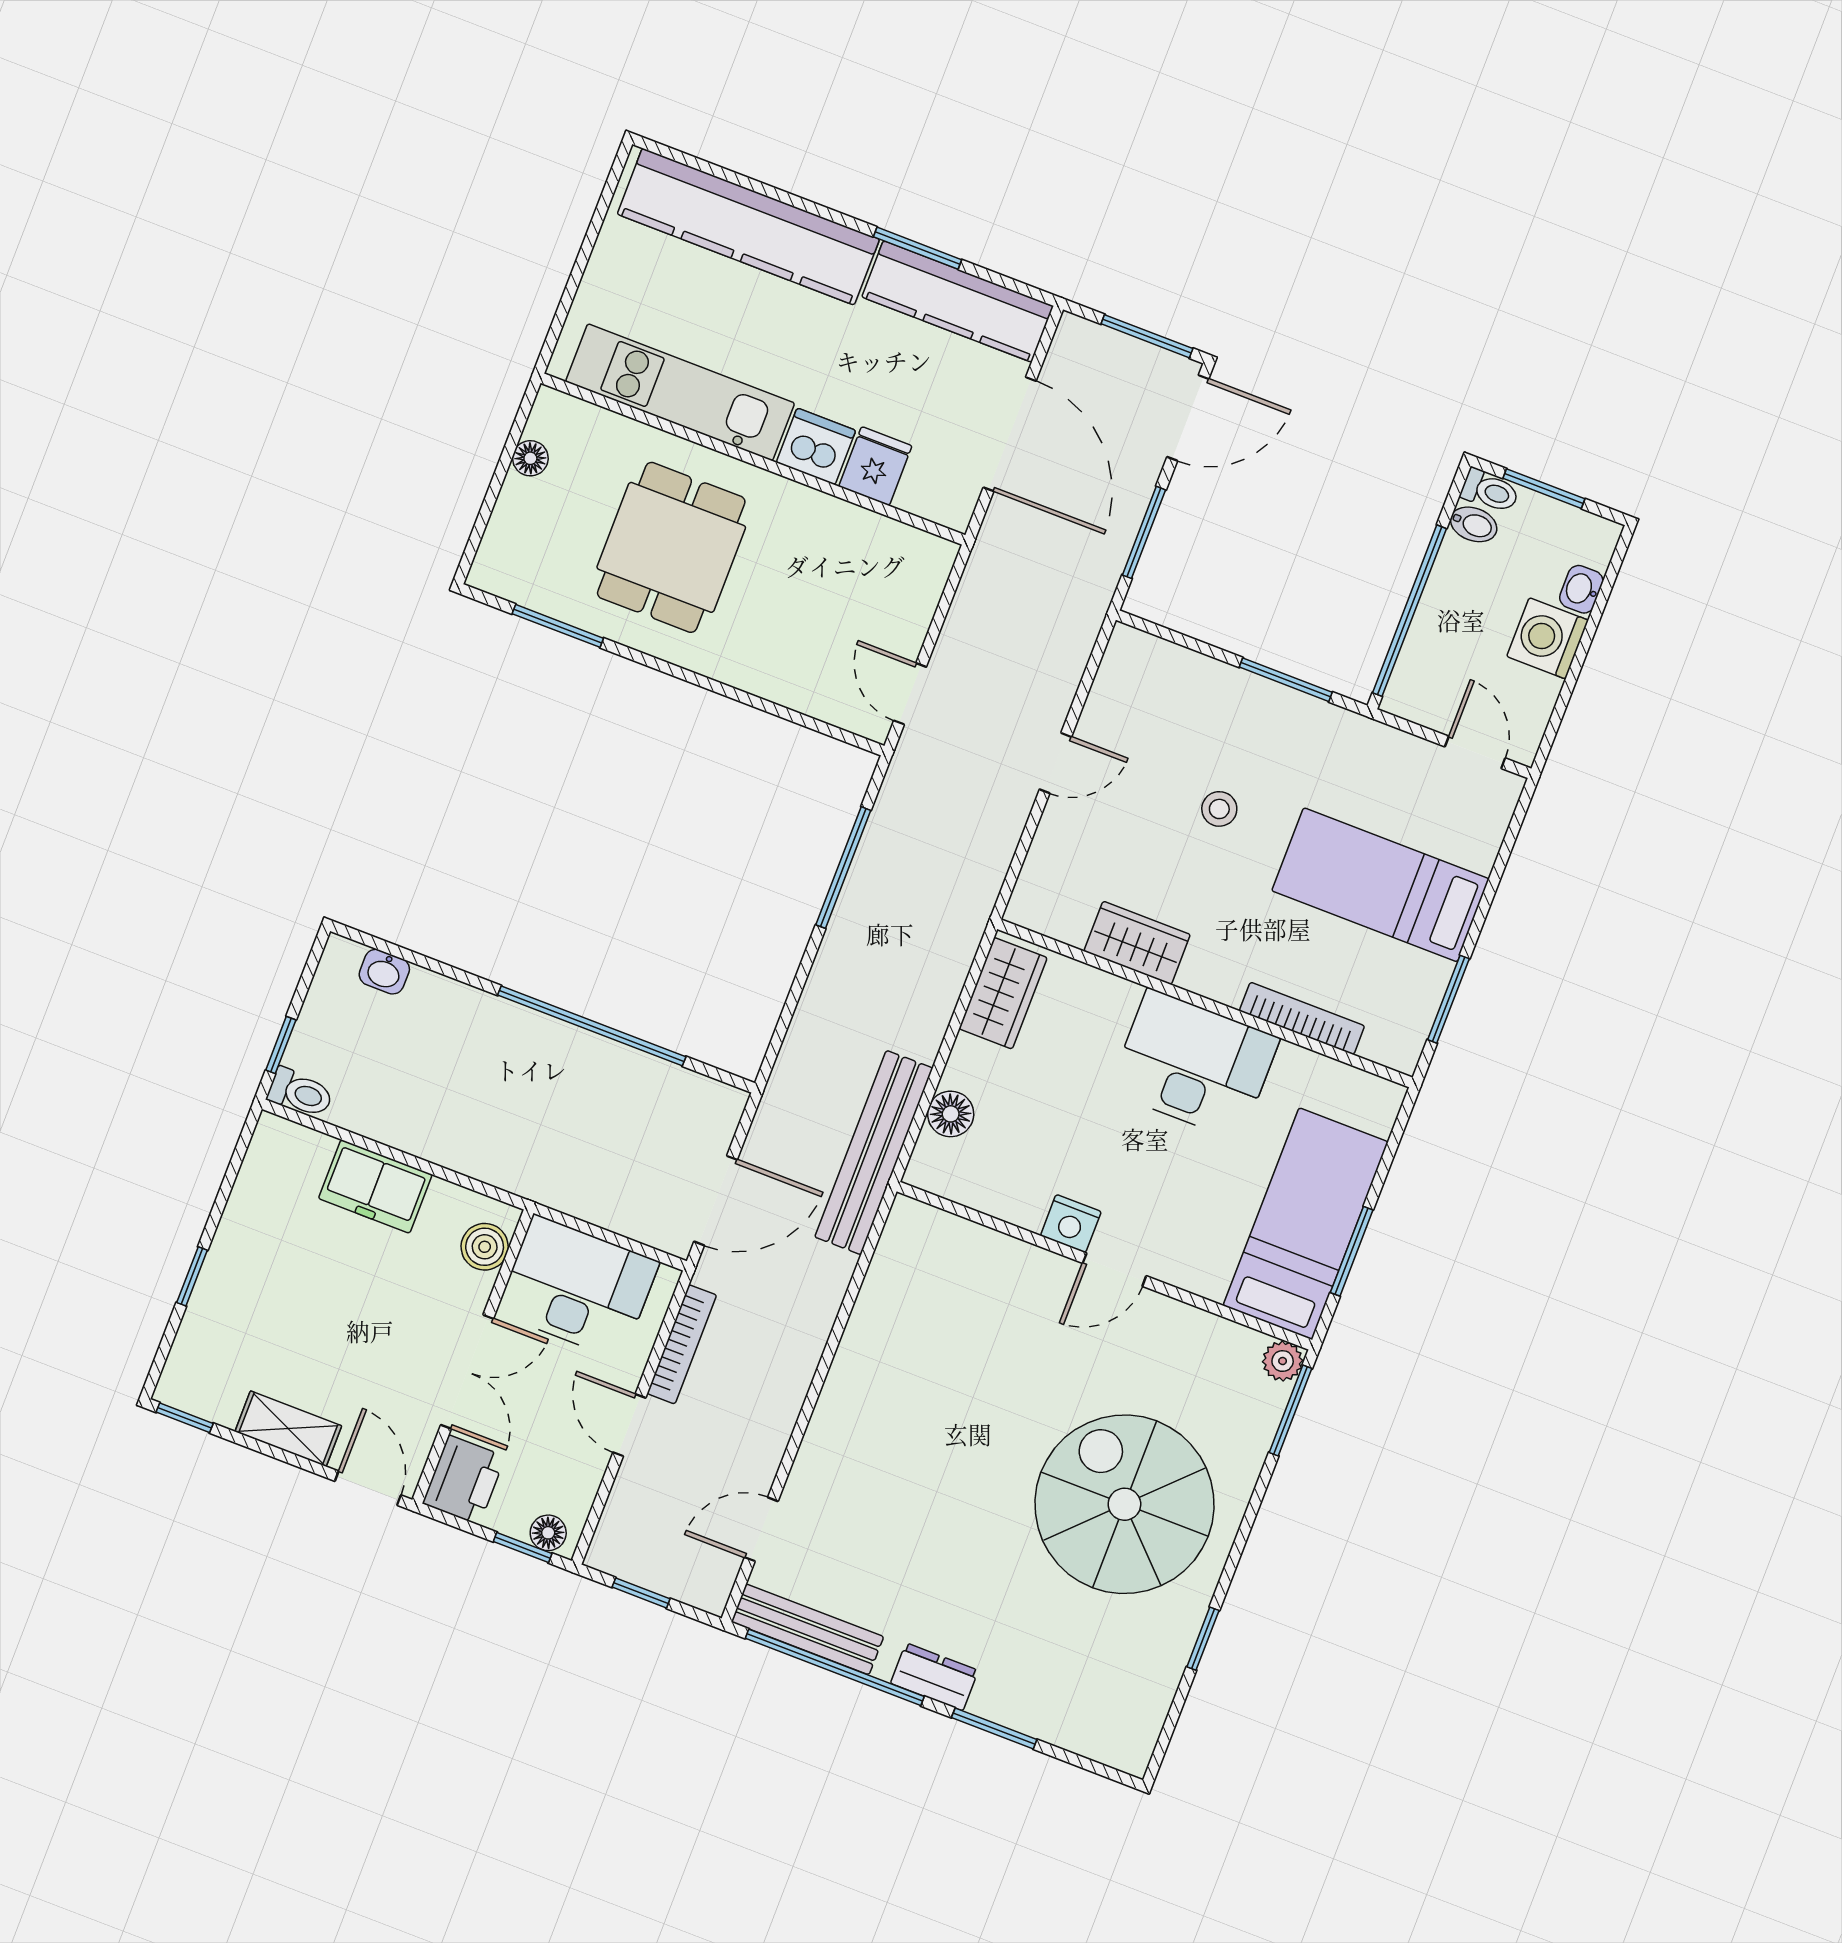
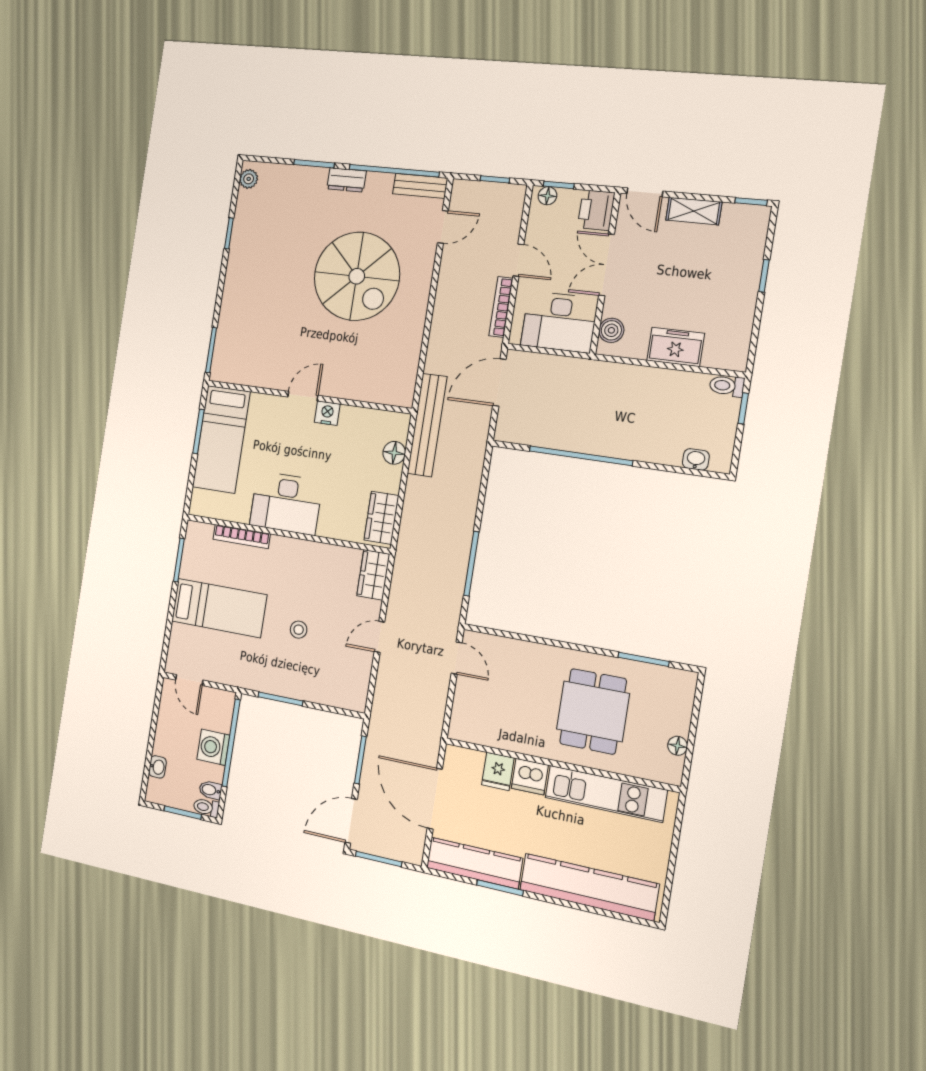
washing machine: (1548, 638) -> (213, 747), moved, turned 180
wardrobe: (1137, 943) -> (373, 575), moved, turned 90
plant: (1283, 1361) -> (249, 179), moved
spiral stairs: (1124, 1504) -> (357, 276), moved
bench: (807, 1629) -> (420, 186), width x0.73

